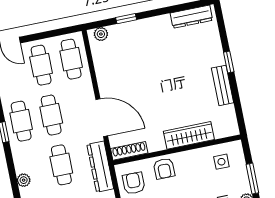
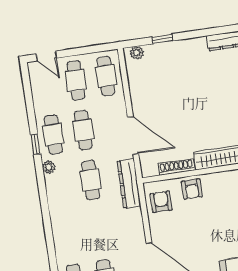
shoe rack: (129, 151) -> (176, 167), moved
plant: (24, 180) -> (49, 167), moved

